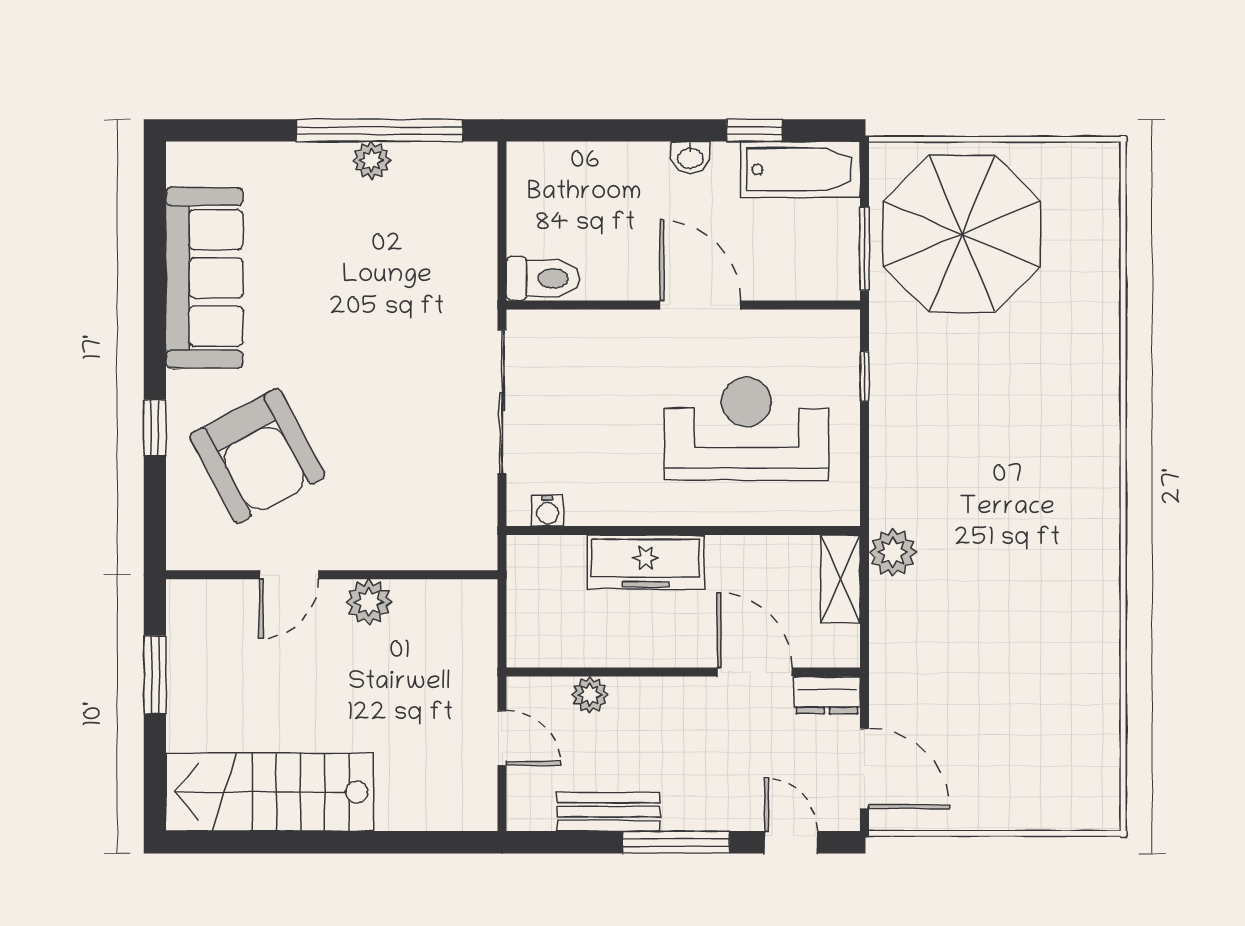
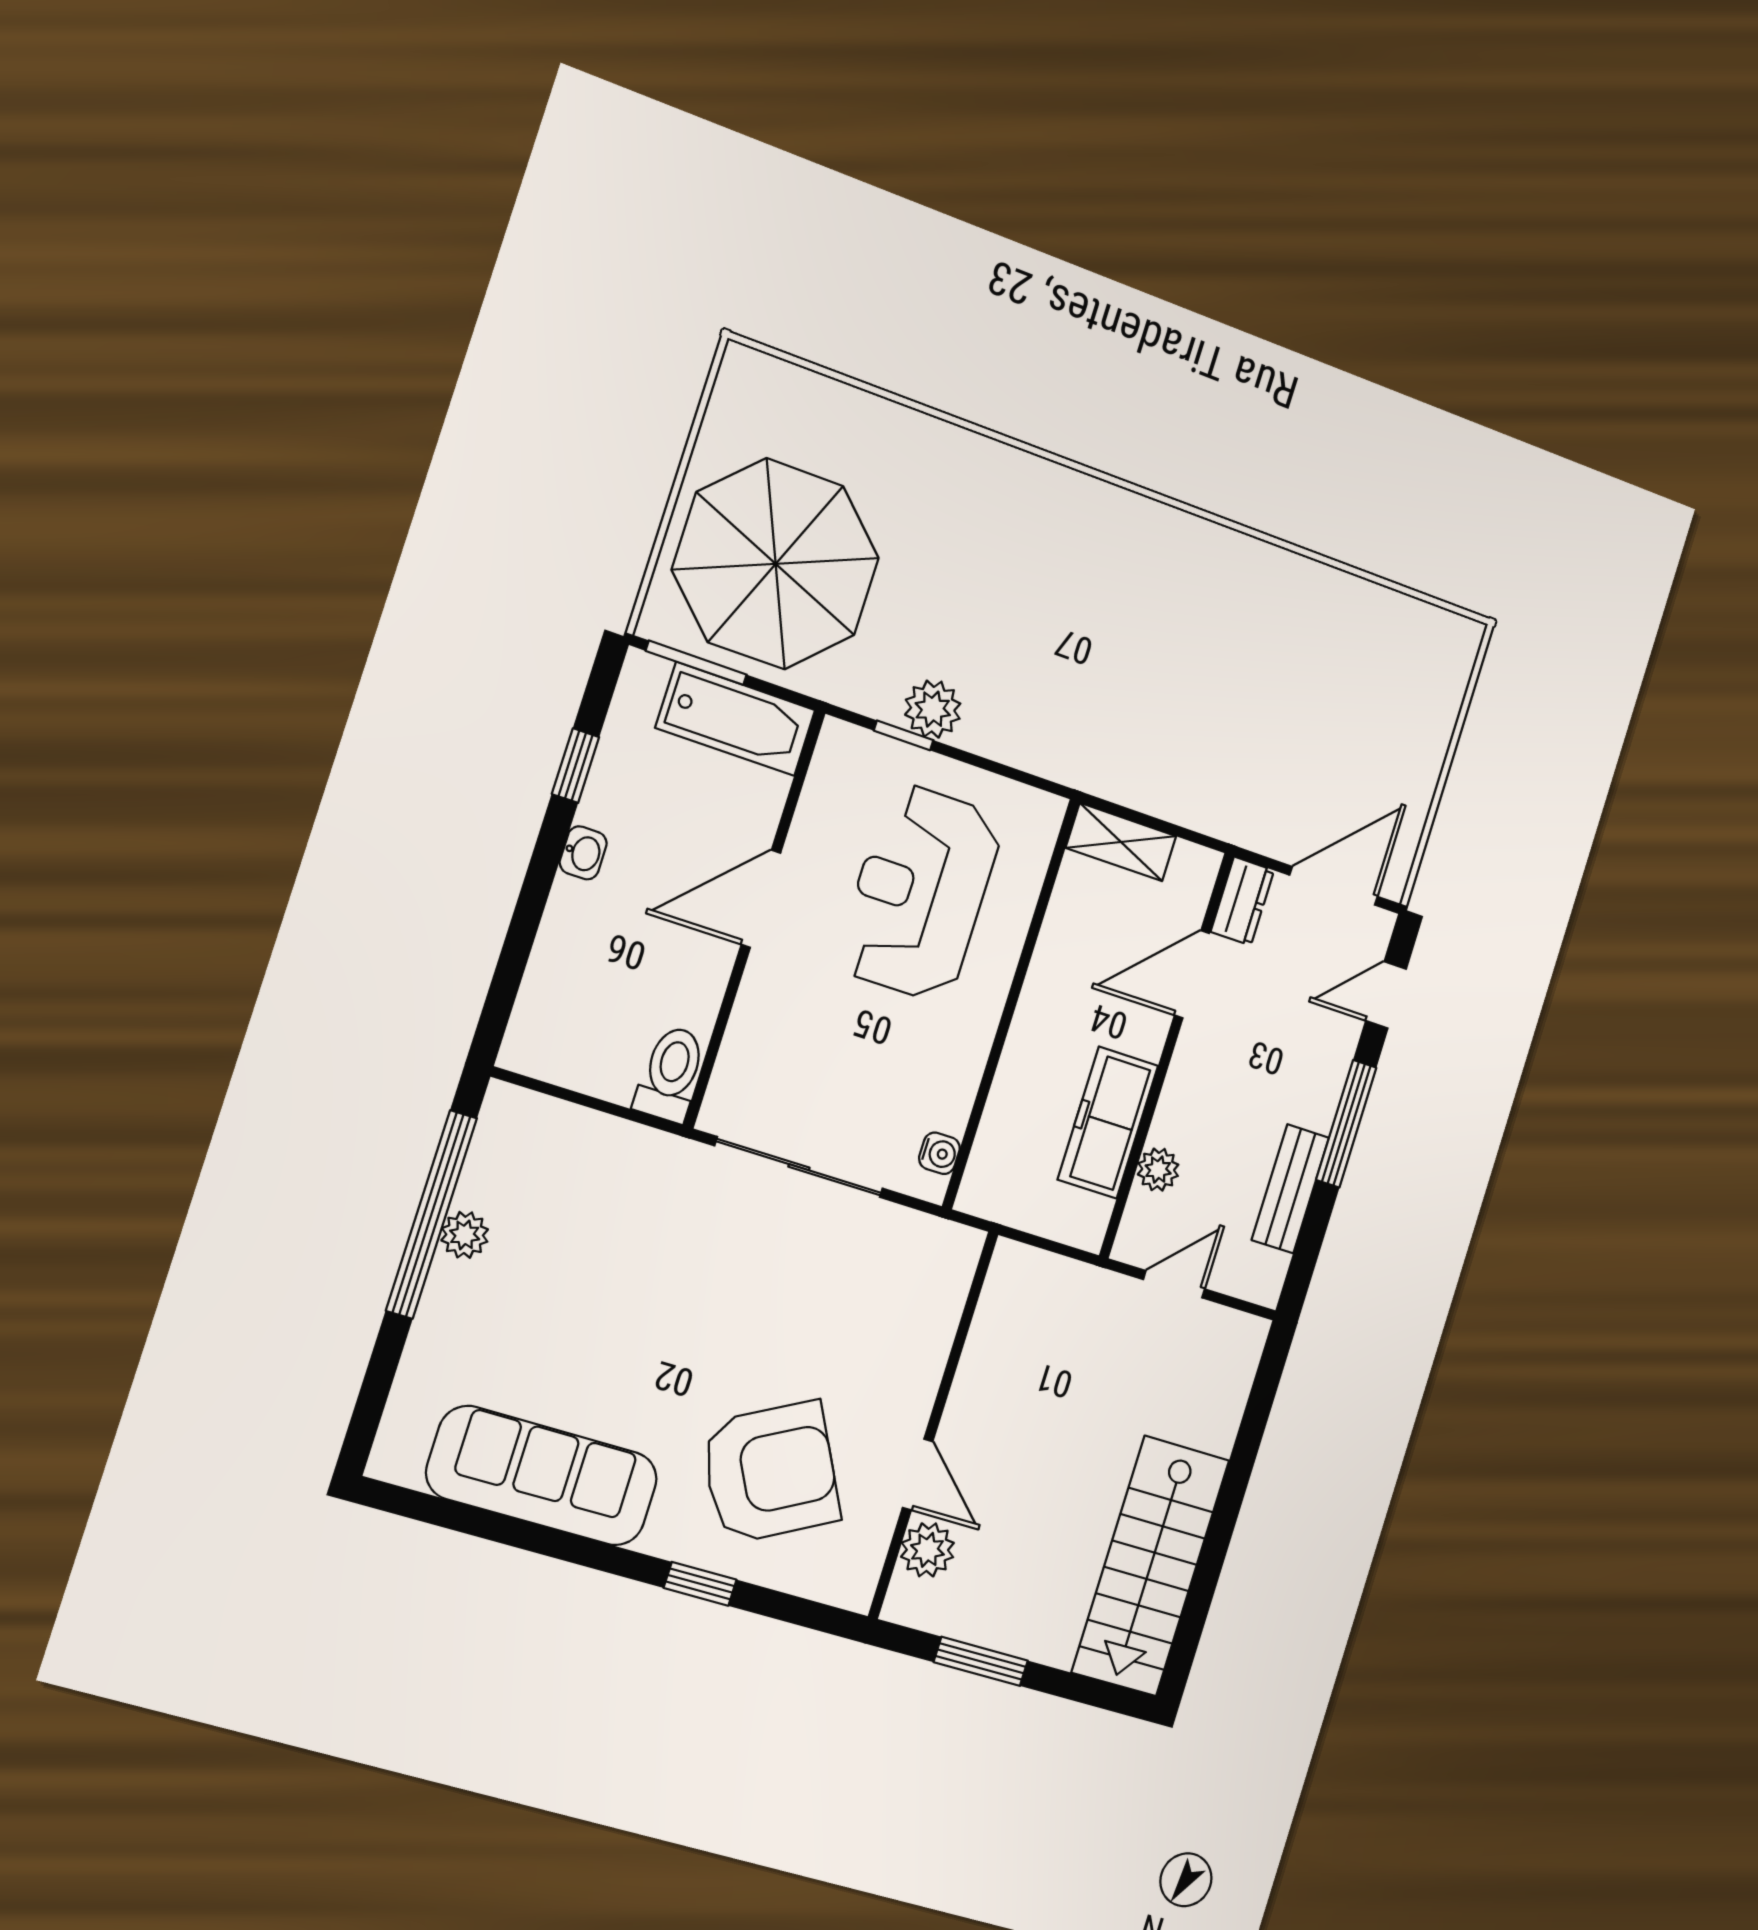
bathtub: (800, 170) -> (735, 719), moved, turned 90
window: (865, 249) -> (696, 663), moved
plant: (893, 552) -> (933, 709), moved
freezer: (646, 562) -> (1108, 1123), moved, turned 180
plant: (369, 602) -> (927, 1550), moved

